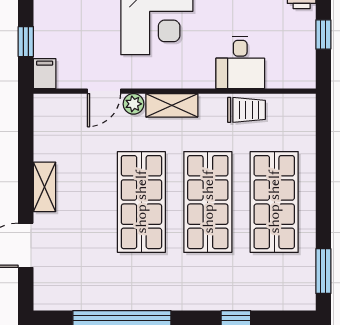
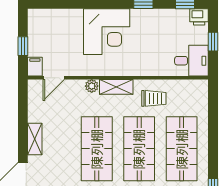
desk: (240, 62) -> (191, 61), moved, turned -90
door: (104, 91) -> (54, 78), moved
trolley: (247, 110) -> (154, 98), moved

